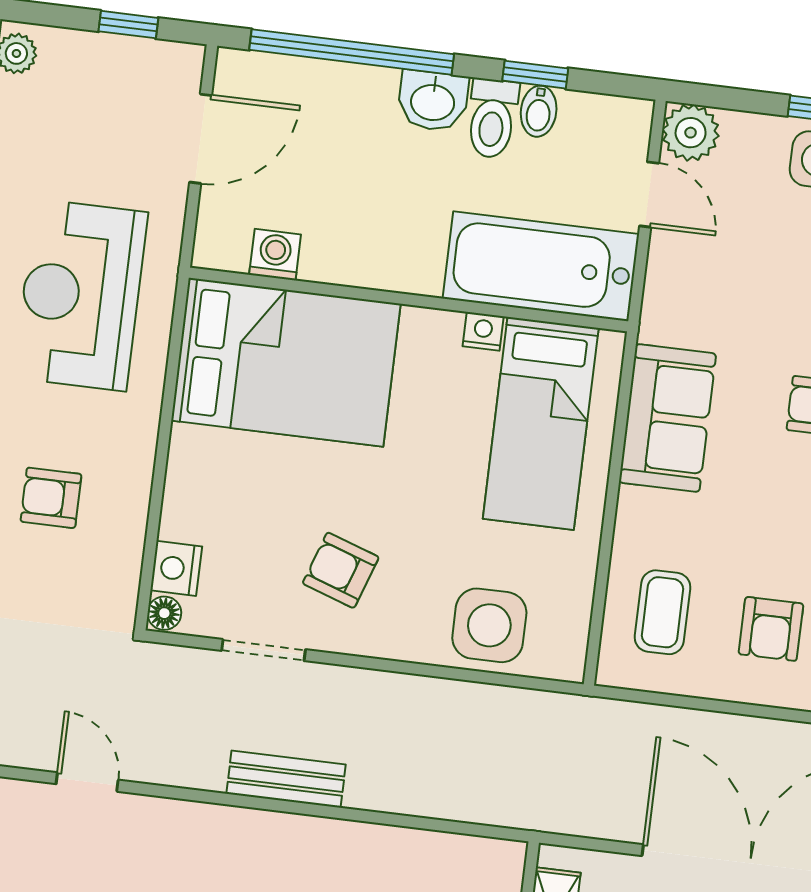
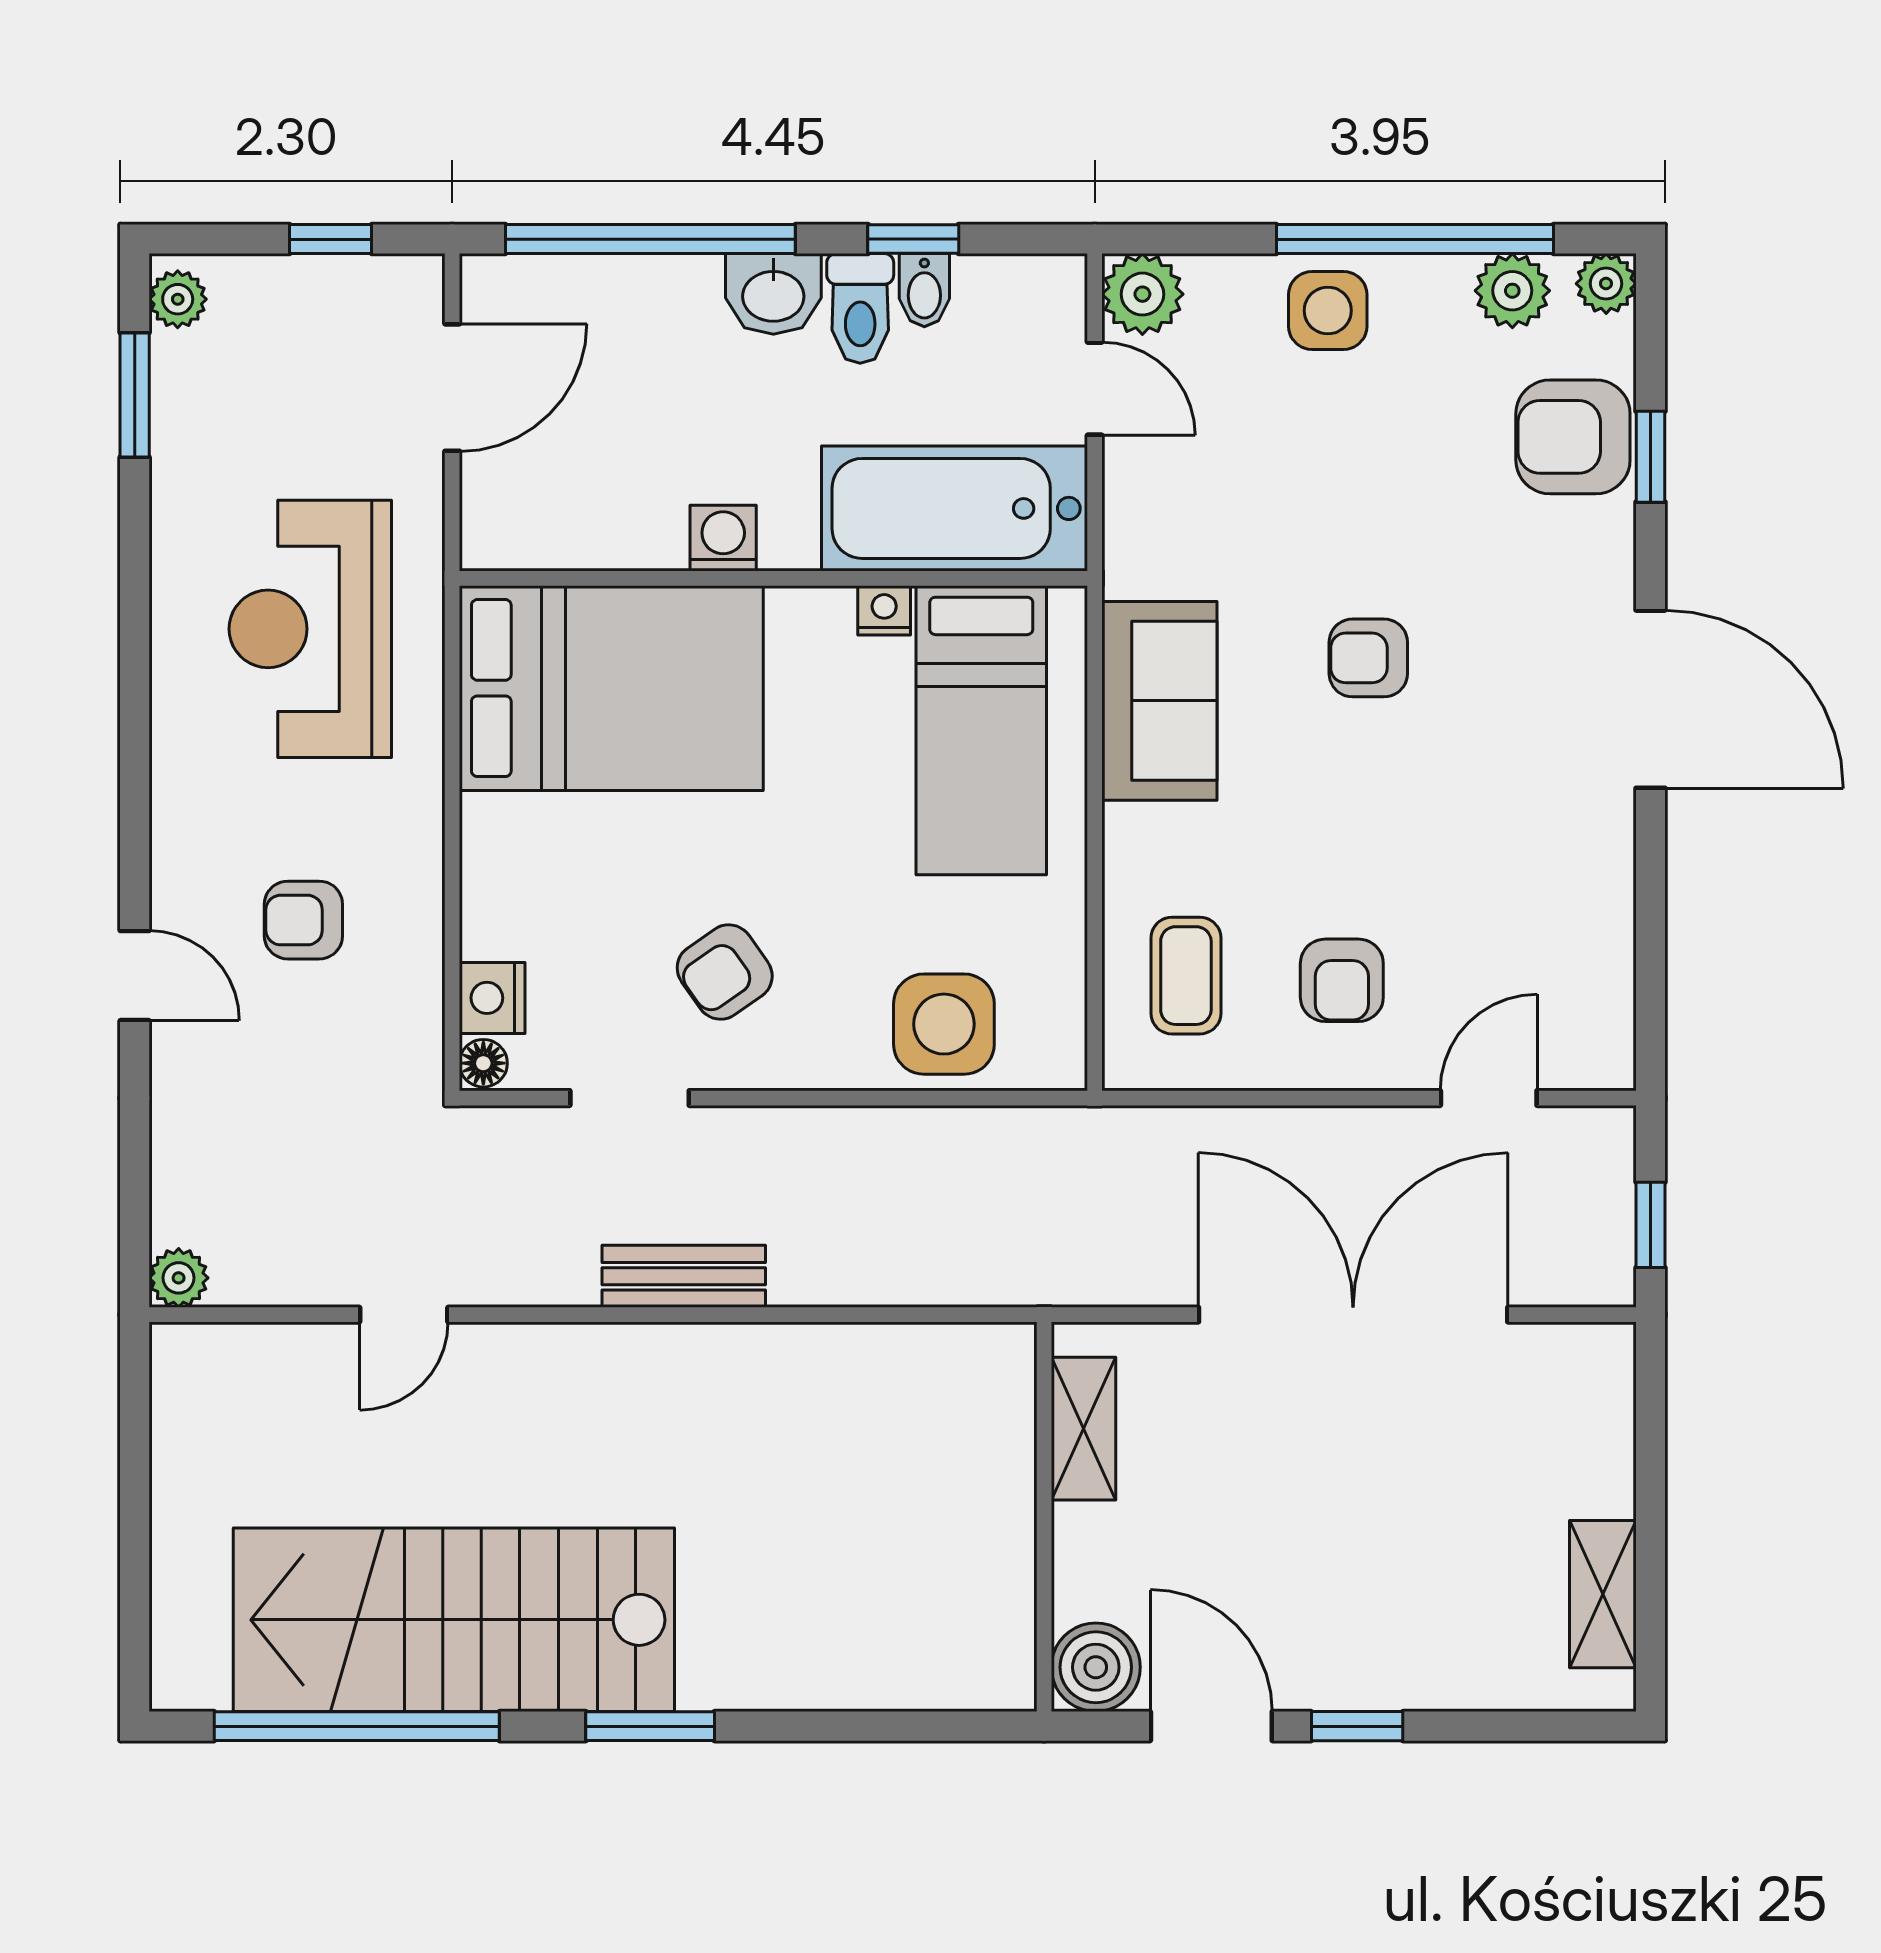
washing machine: (275, 255) -> (723, 538), moved
armchair: (341, 570) -> (725, 972), turned -54
door: (87, 782) -> (404, 1315), swing flipped

